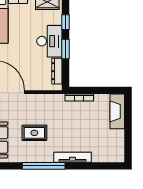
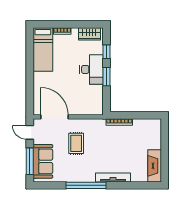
dresser: (57, 71) -> (98, 97), removed
fireplace: (117, 111) -> (155, 166), moved
rug: (34, 133) -> (76, 143), moved, turned 90

